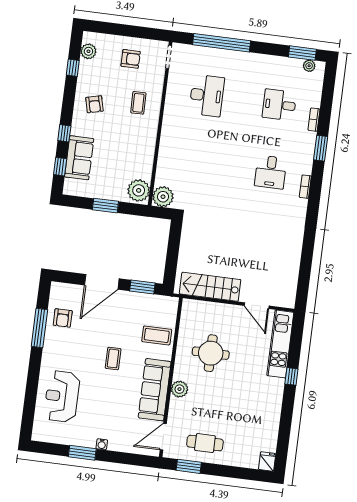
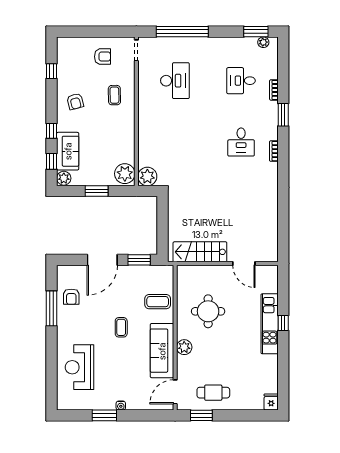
plant: (88, 51) -> (64, 178), moved
kitchen unit: (280, 344) -> (270, 324), moved

